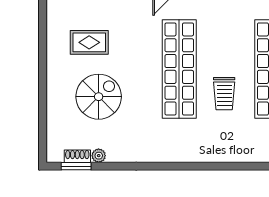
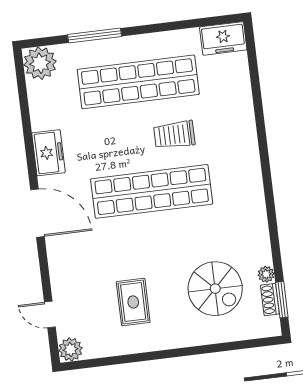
trolley: (224, 94) -> (174, 135), turned 180
spiral stairs: (99, 97) -> (215, 289), moved, turned 180

